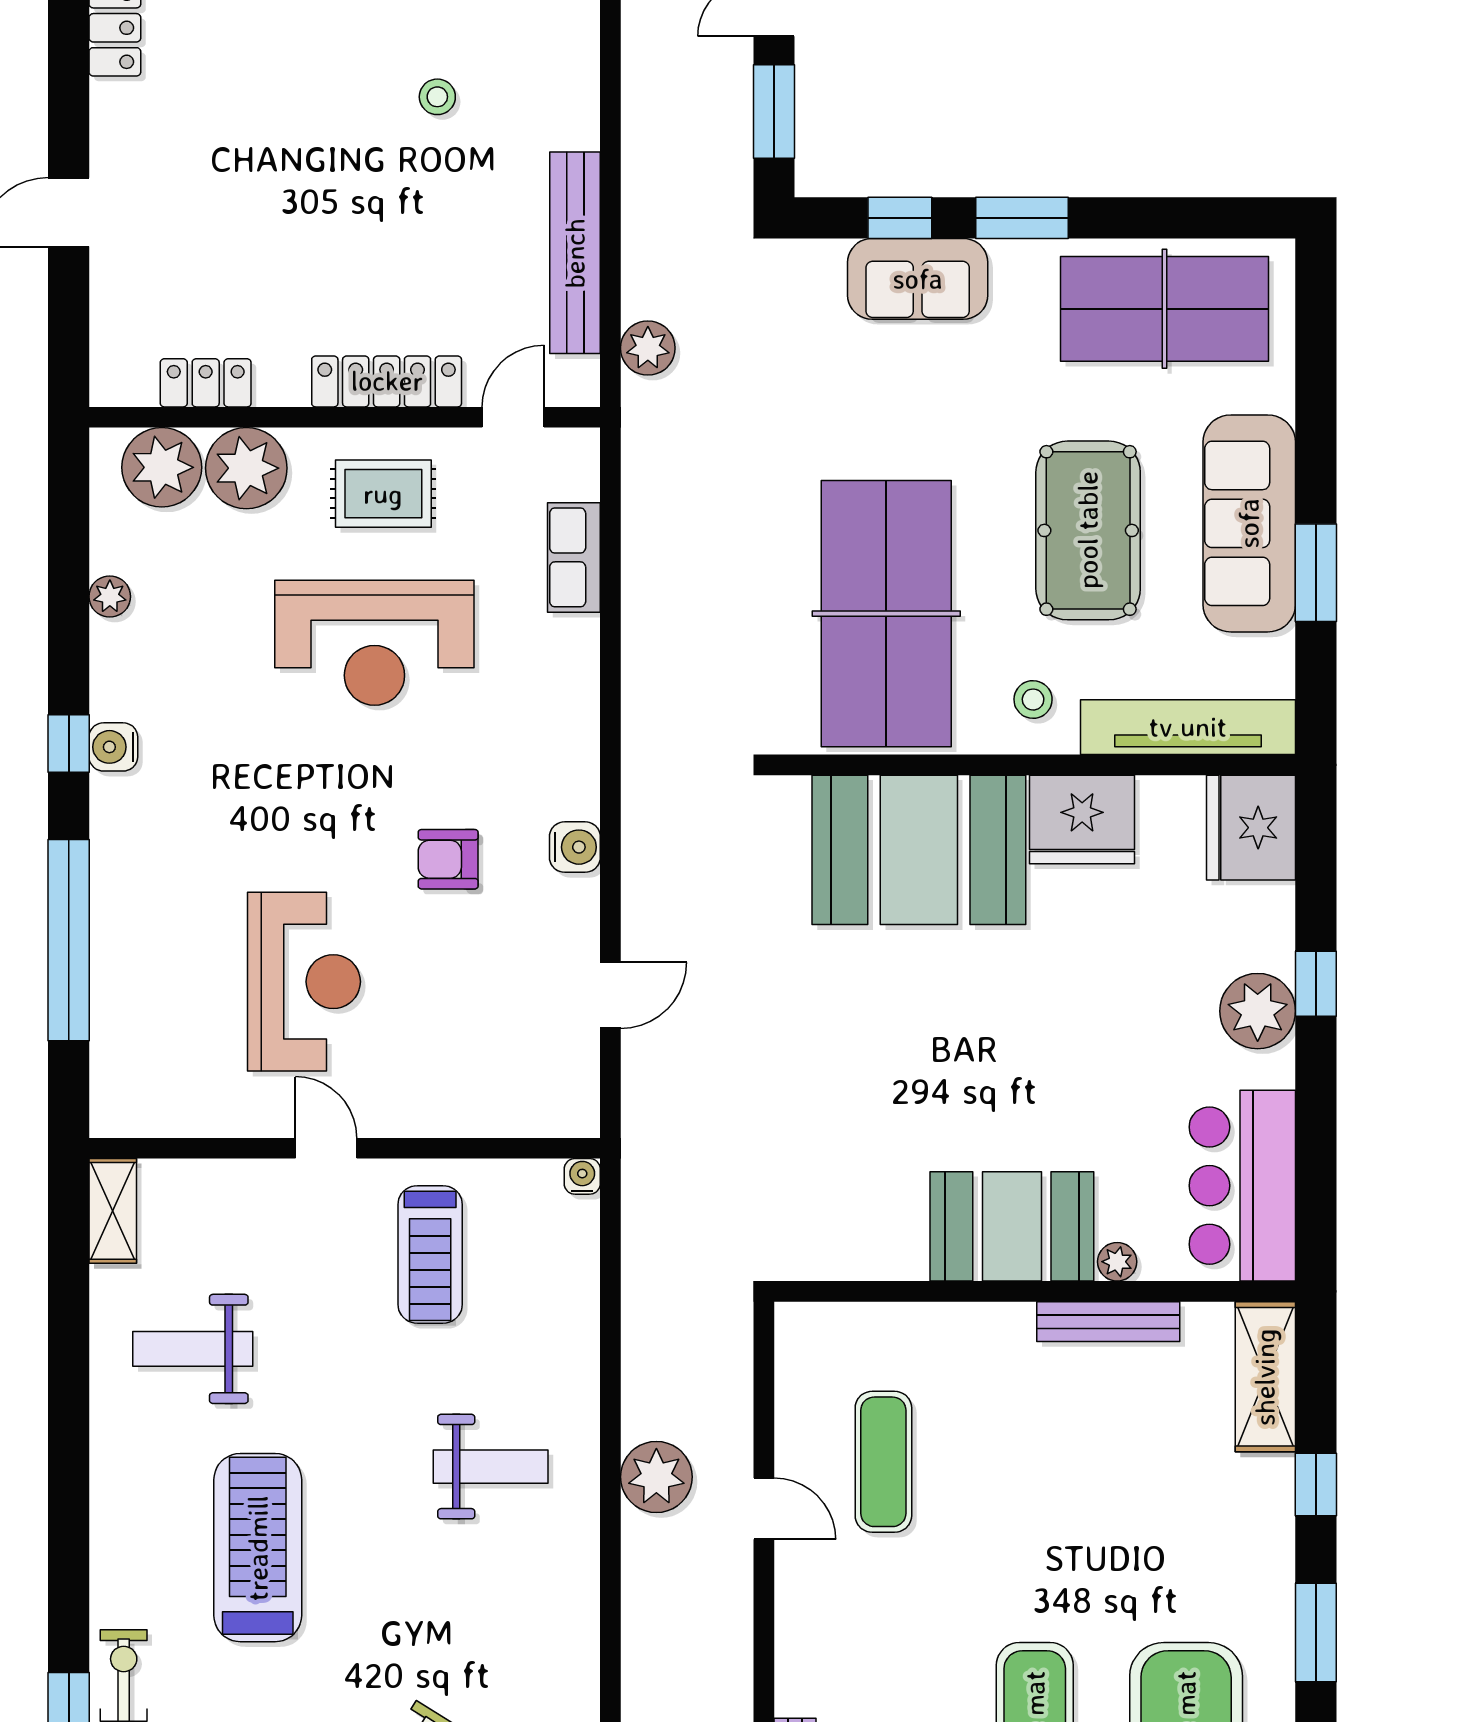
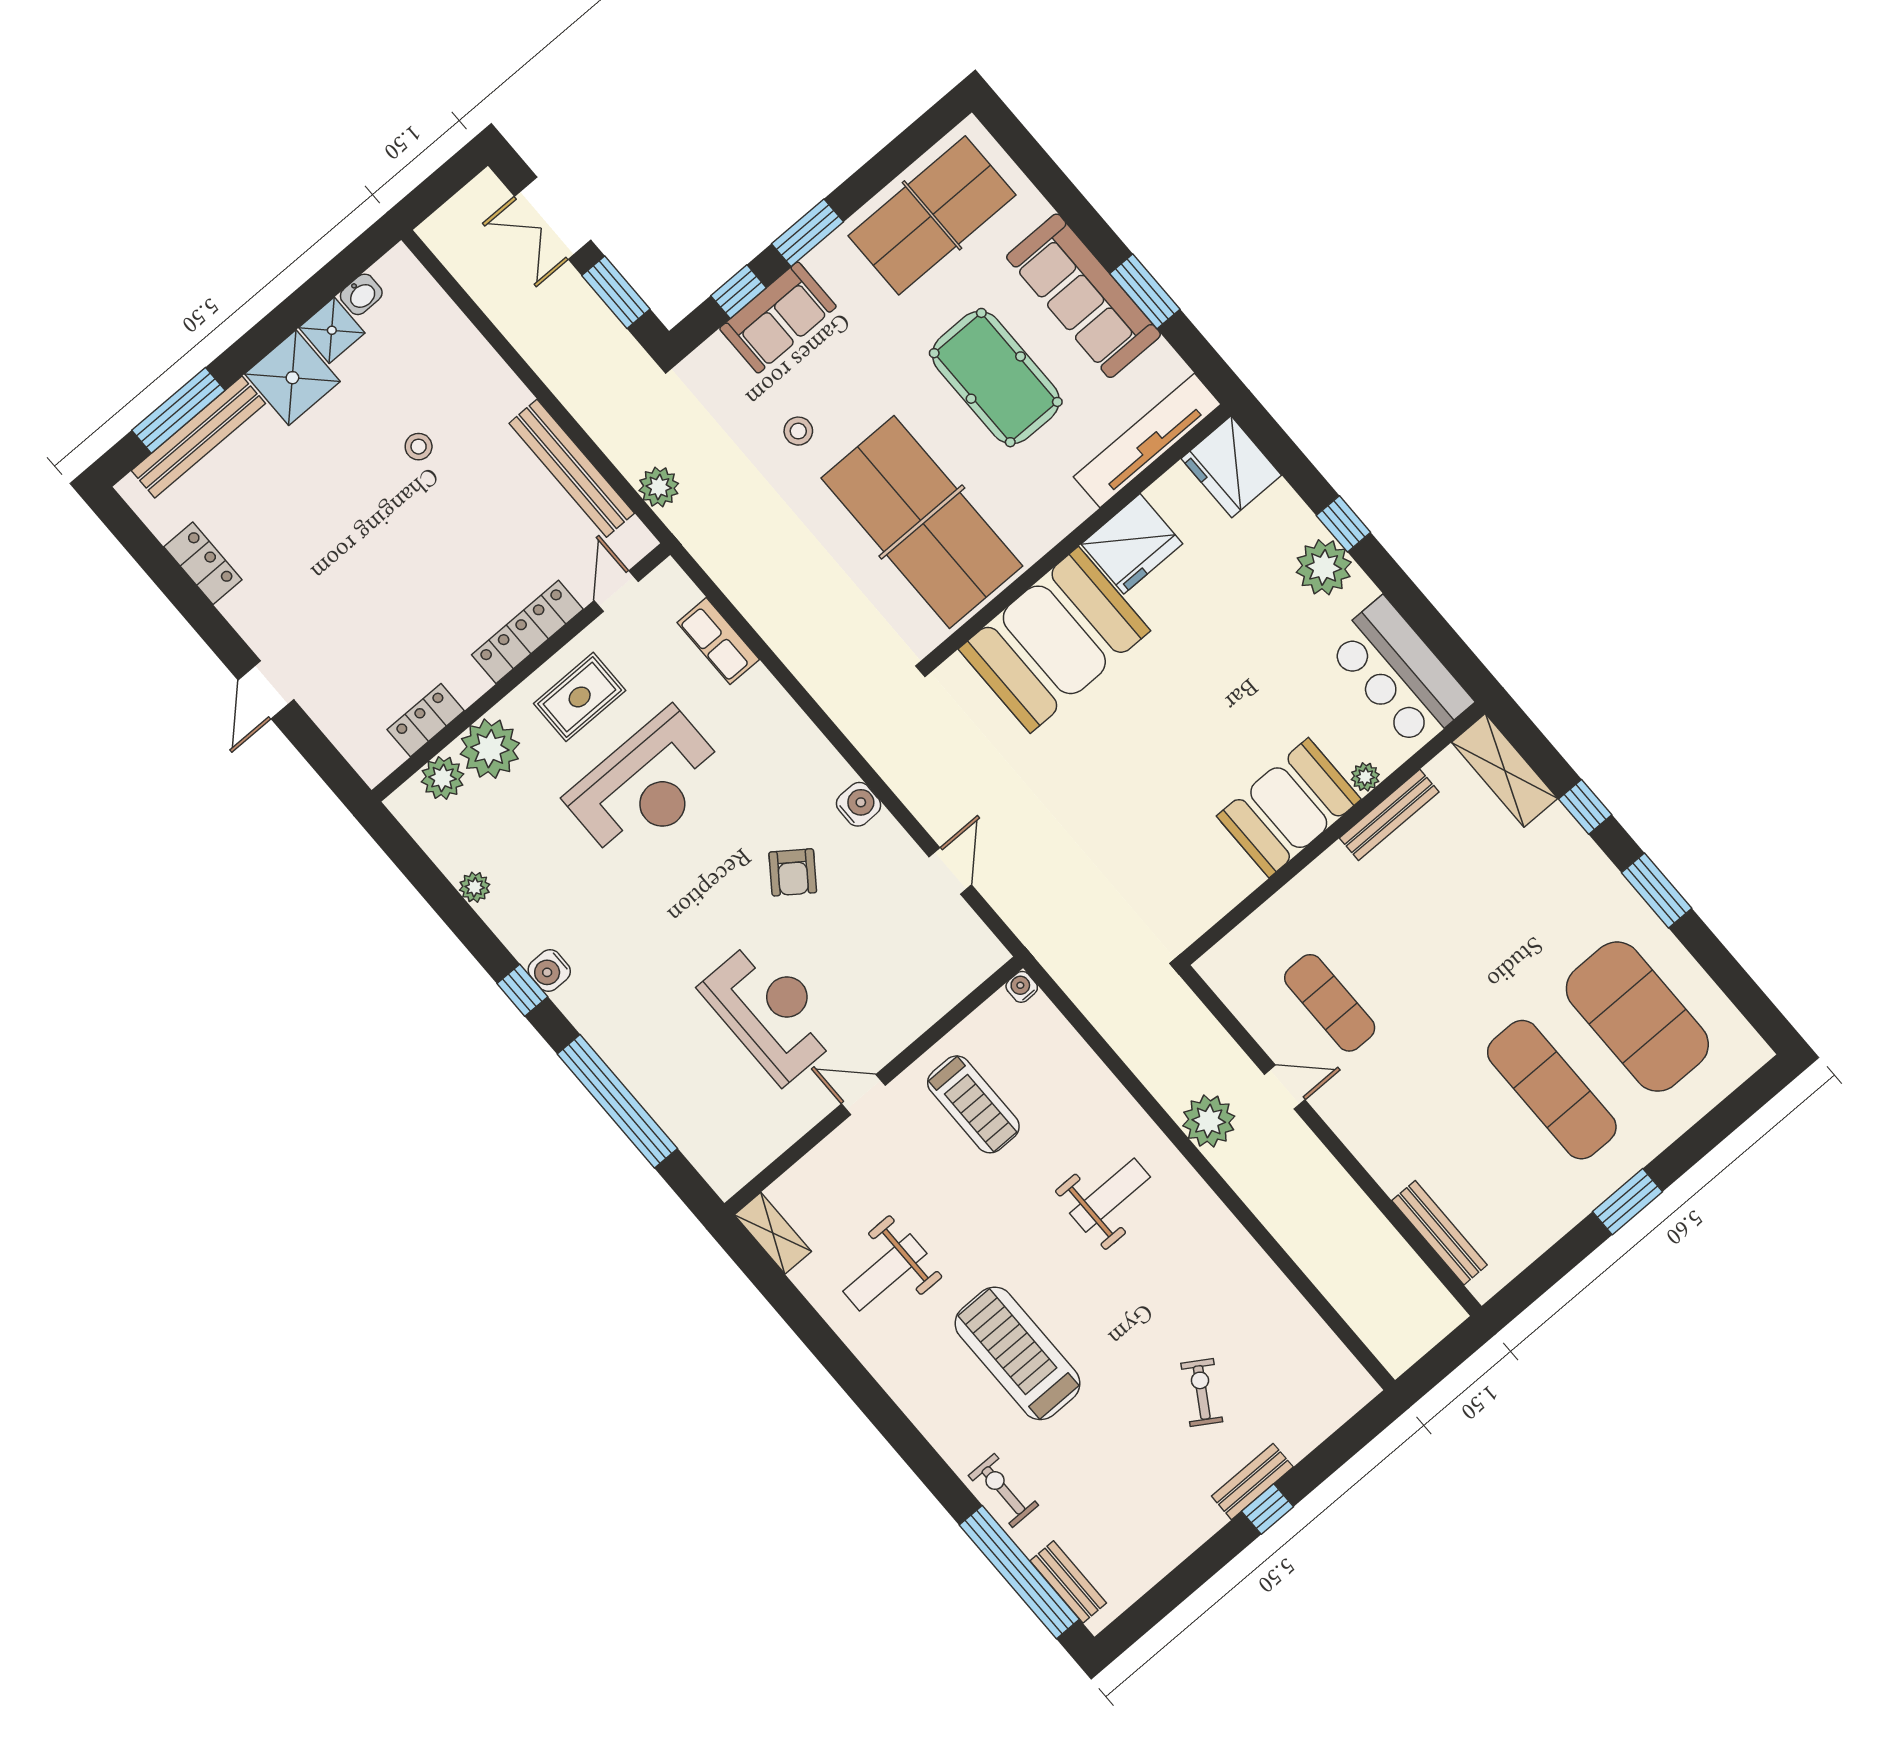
plant: (162, 467) -> (443, 778), width x0.73, depth x0.73
stool: (1033, 700) -> (798, 431), moved
armchair: (448, 859) -> (793, 872), turned -54

